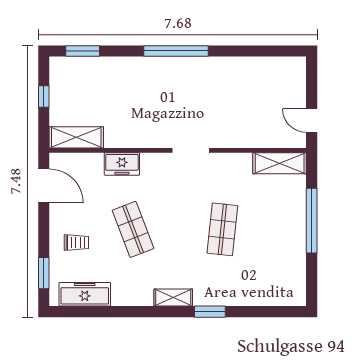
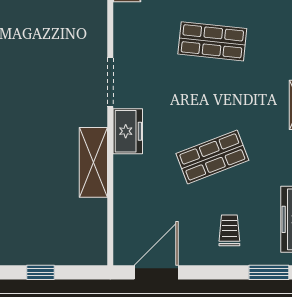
shelving: (76, 137) -> (93, 162), moved
freezer: (122, 164) -> (128, 131), moved

